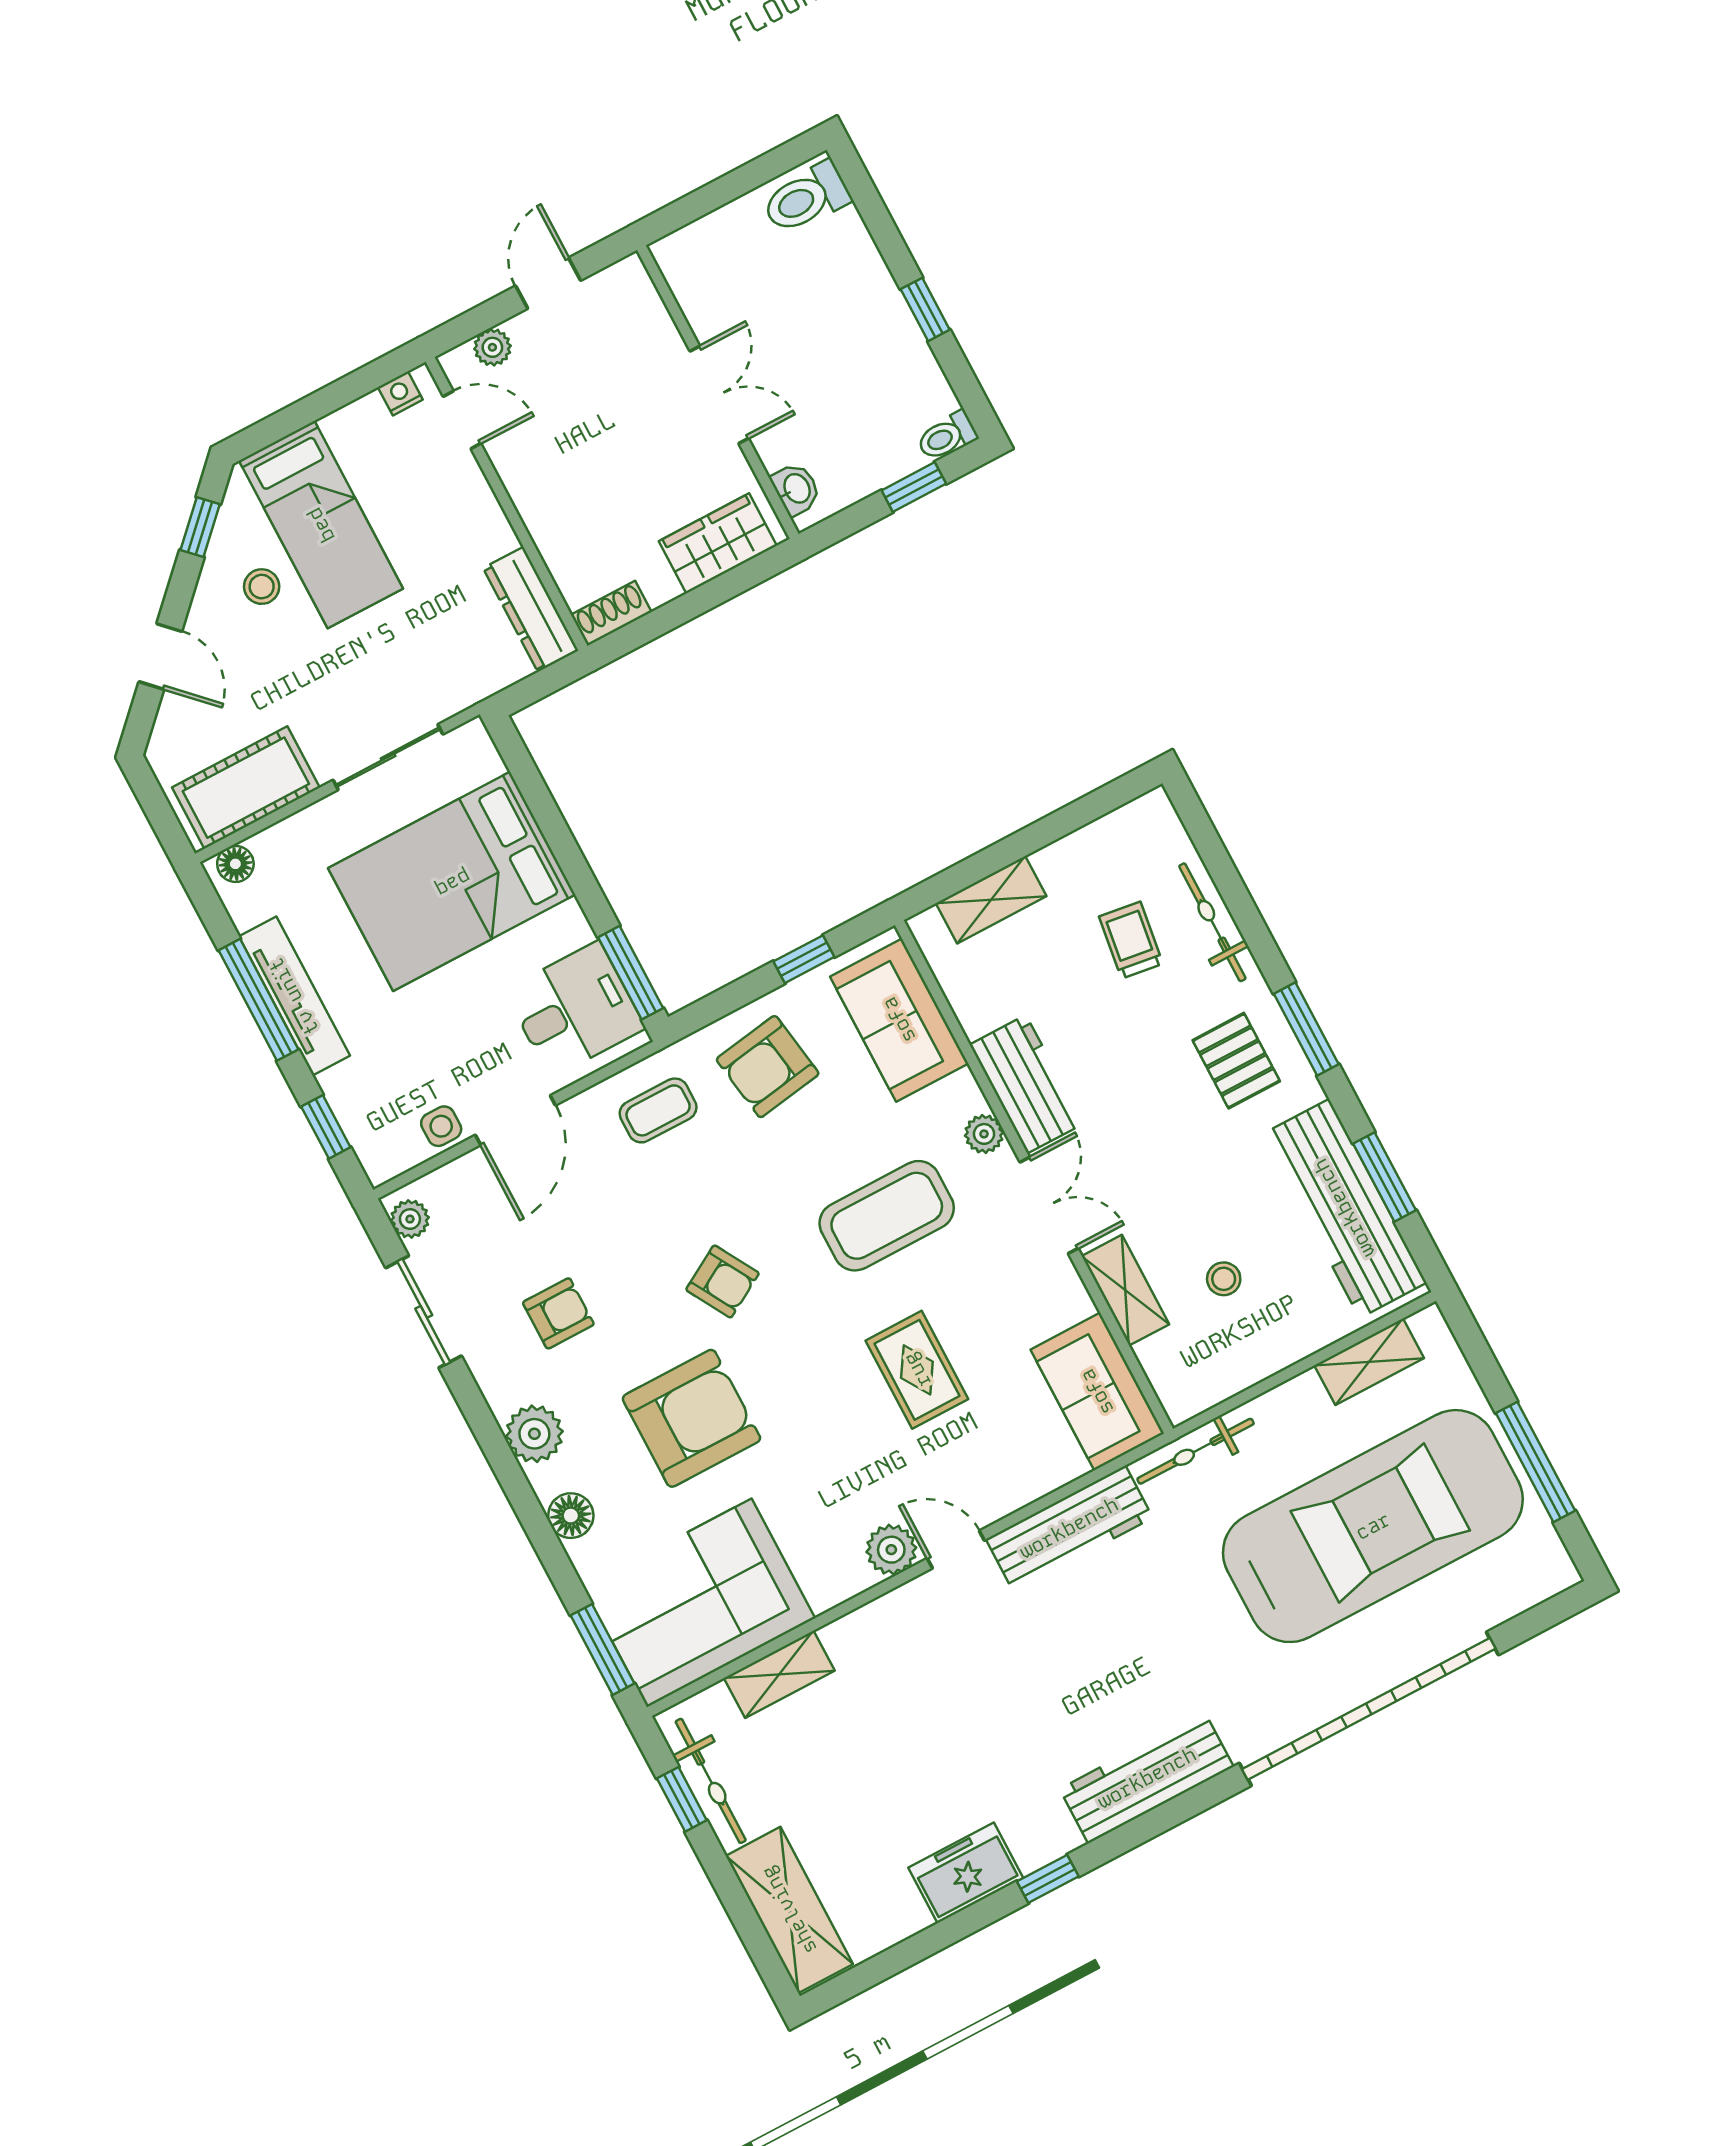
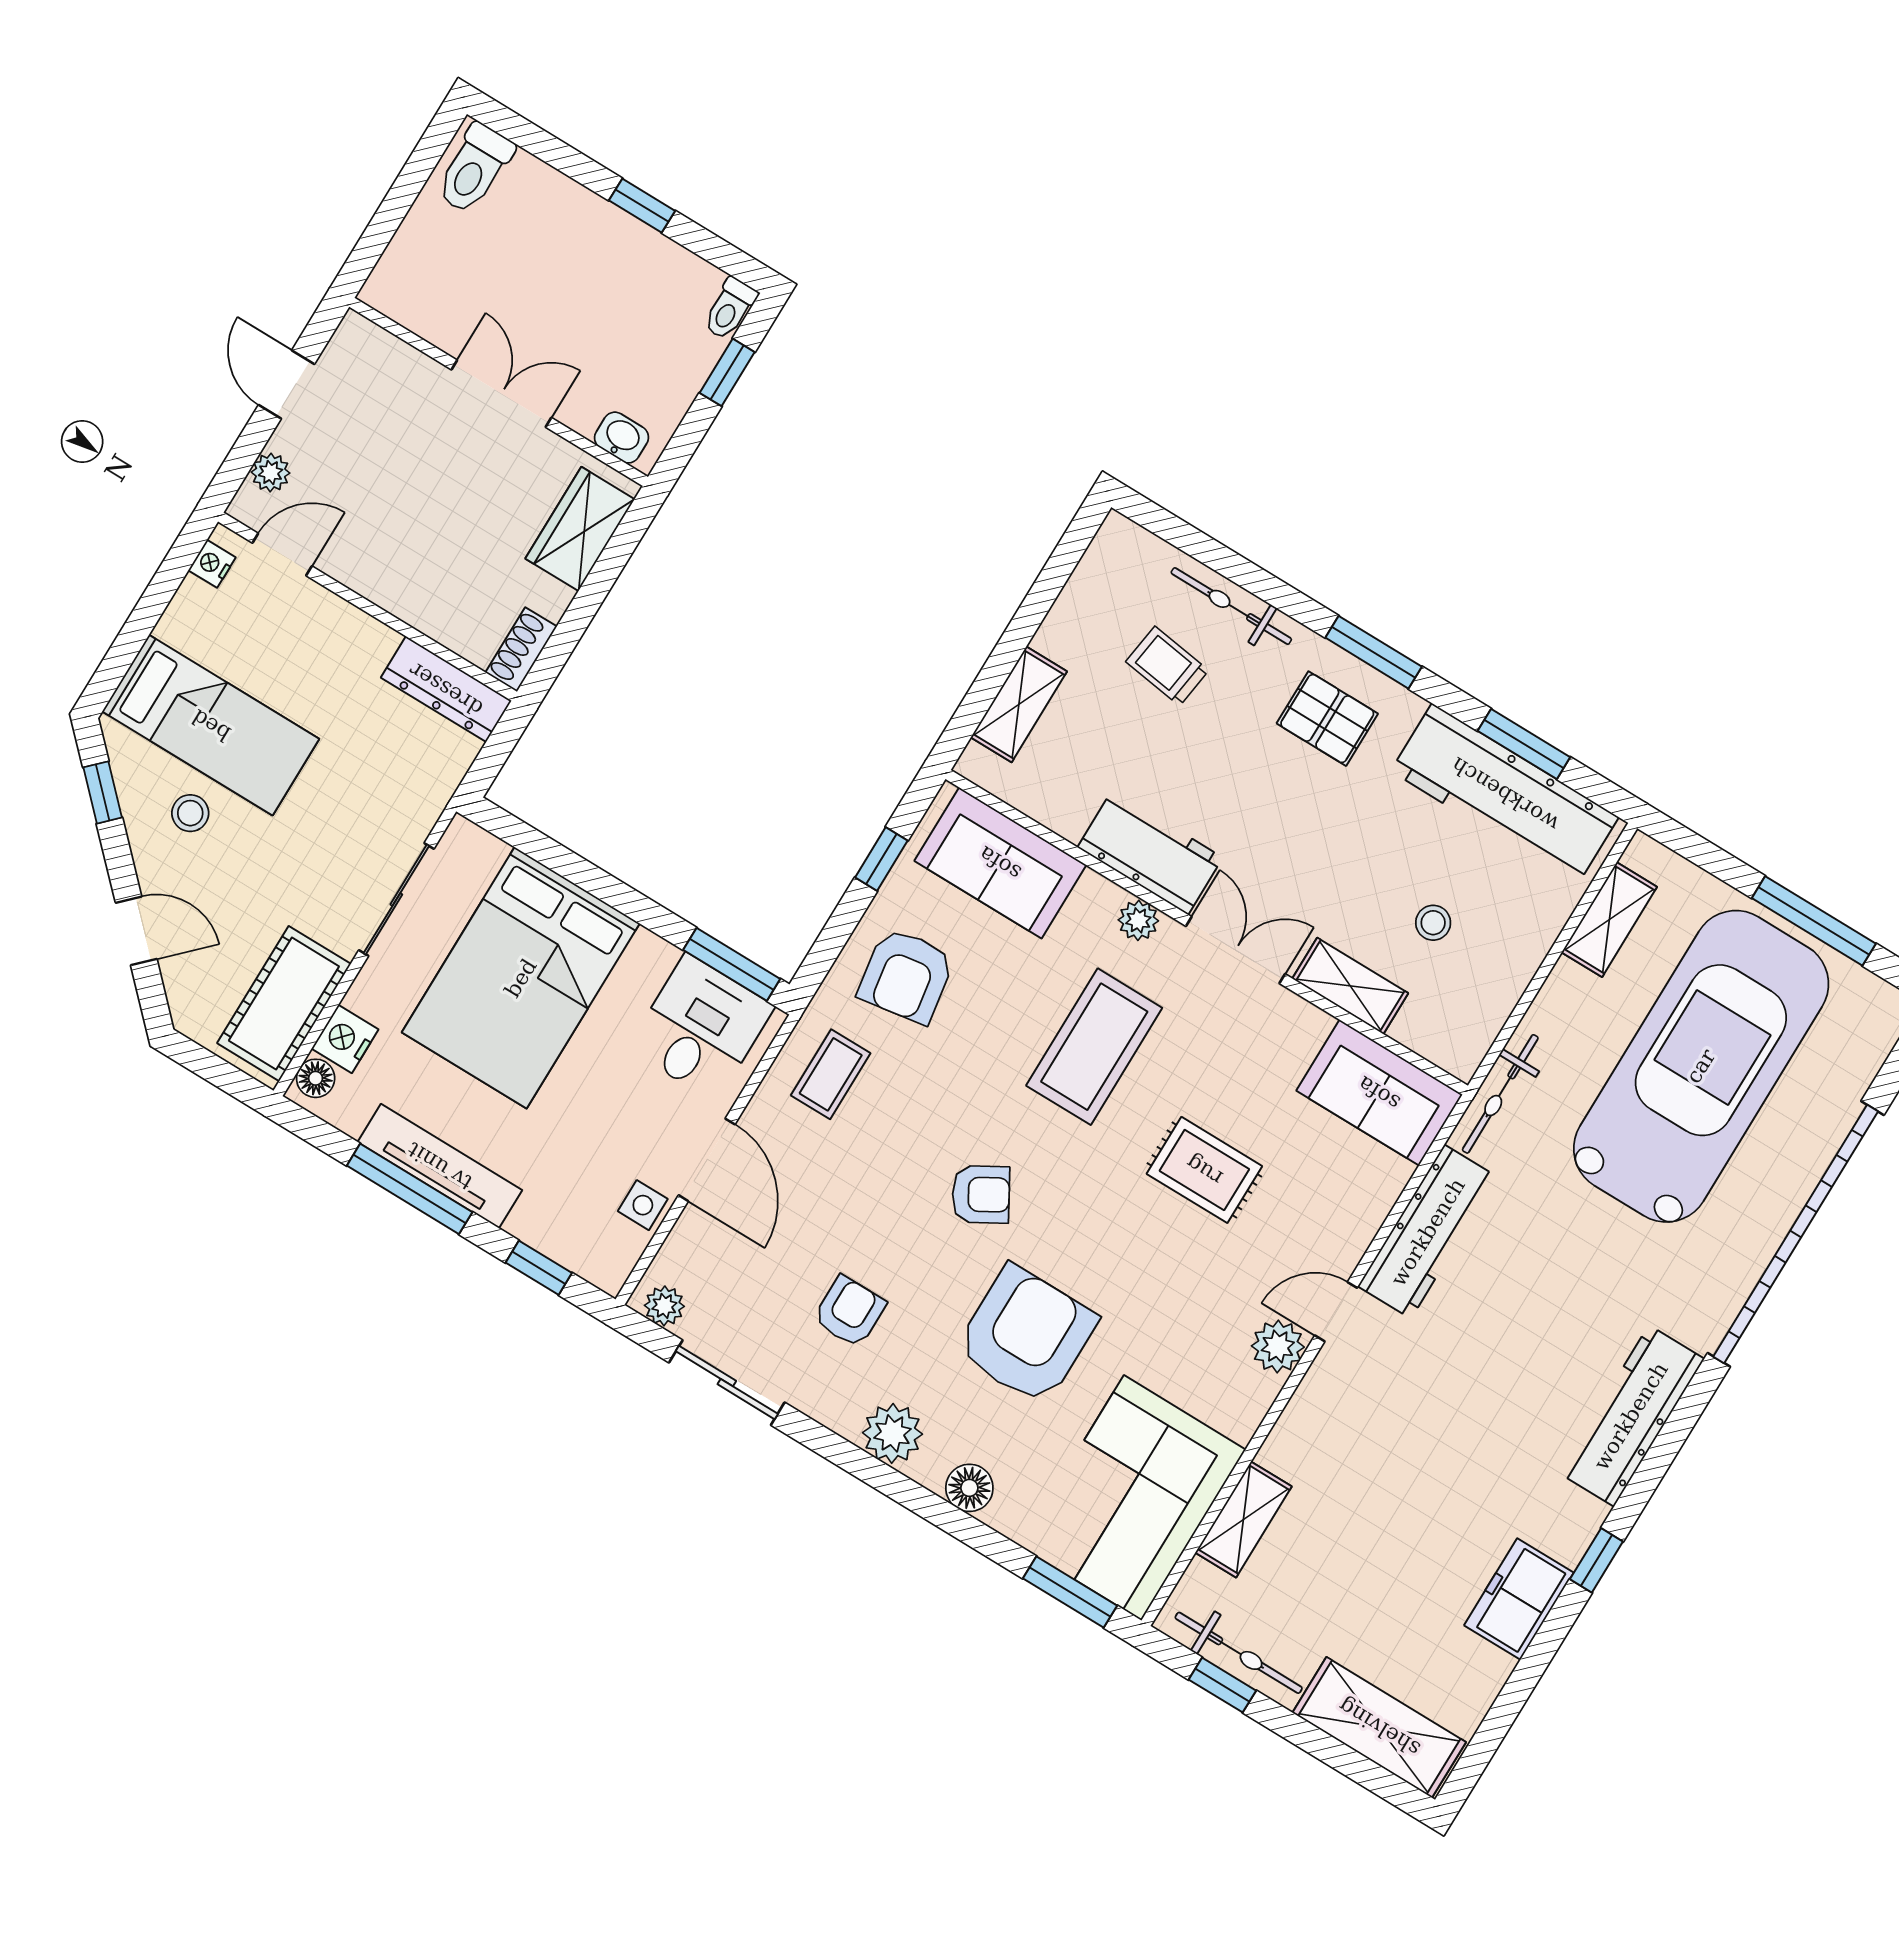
nightstand: (279, 846) -> (345, 1039), added

